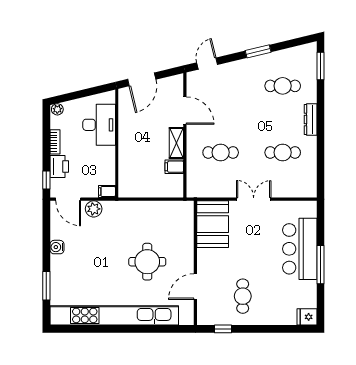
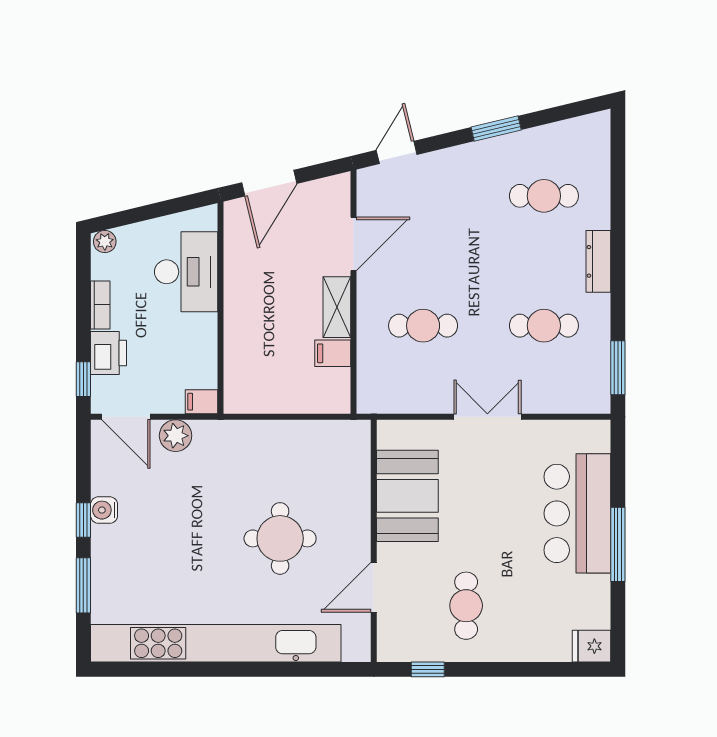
window: (321, 66) -> (618, 368), moved
door: (185, 111) -> (353, 244), hinge flipped
booth: (213, 224) -> (407, 496), moved
window: (46, 252) -> (83, 520), added

